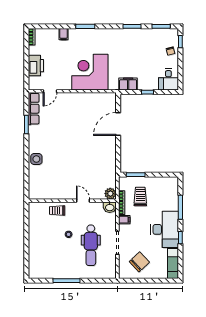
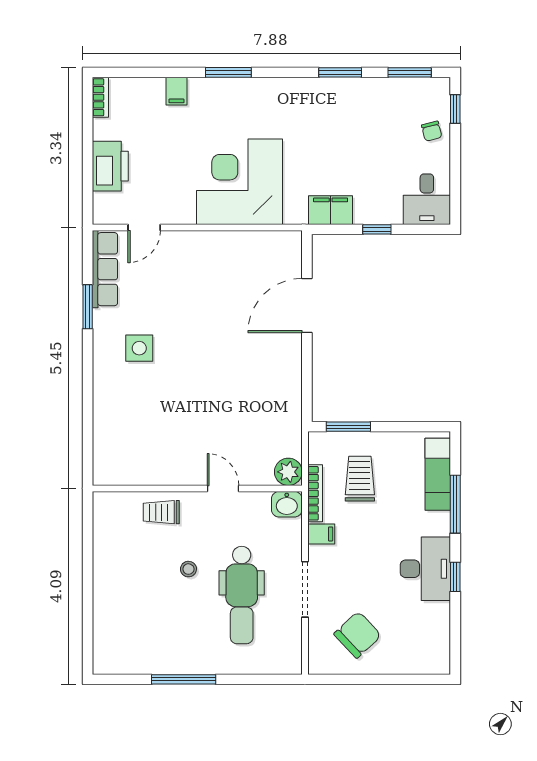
side table: (36, 159) -> (139, 348), moved
desk: (165, 229) -> (425, 569), width x0.73, depth x0.77
exam couch: (173, 263) -> (438, 474), moved

